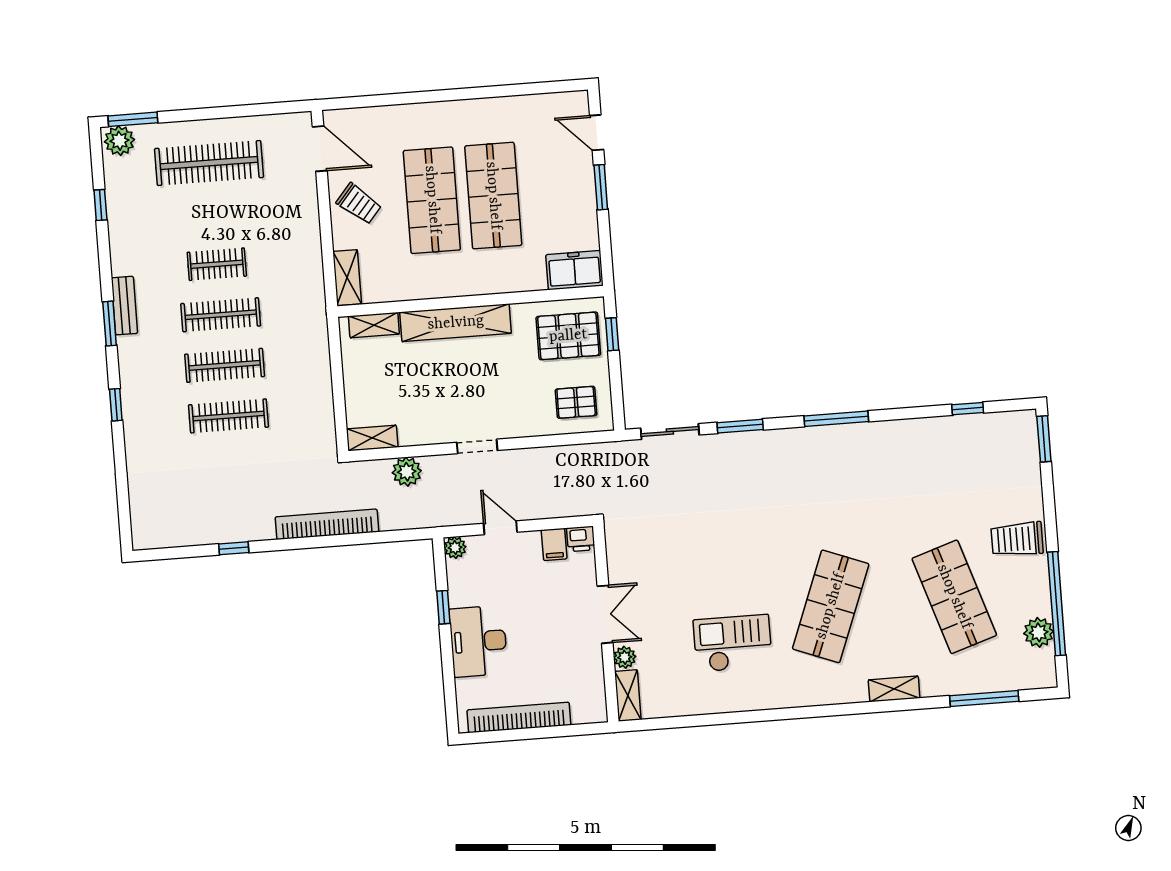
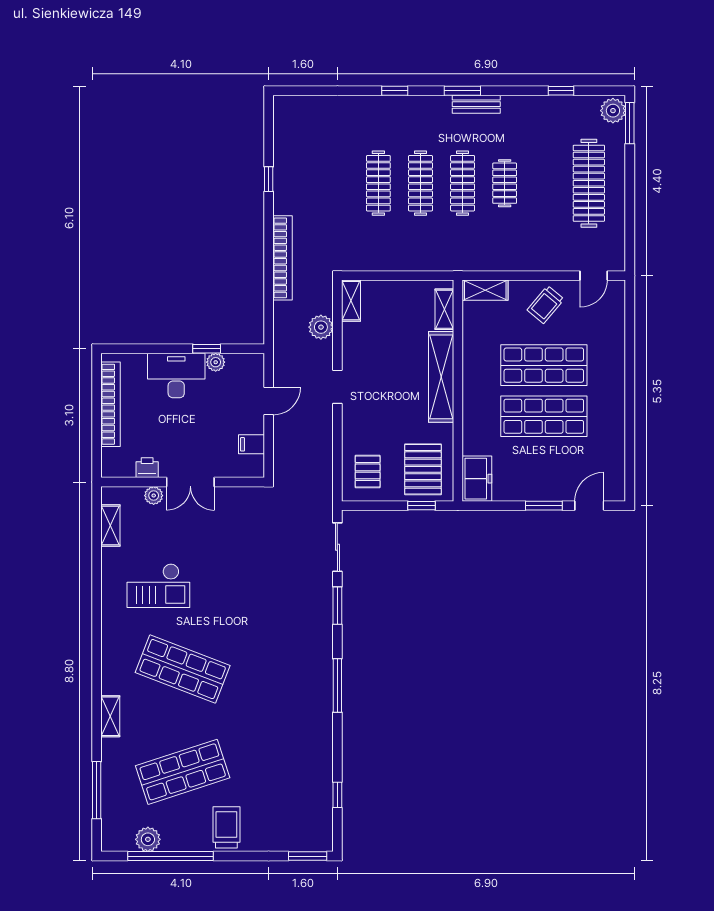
door: (320, 149) -> (594, 276), width x0.73
printer: (581, 539) -> (147, 468), moved, turned 90
plant: (455, 548) -> (216, 362), moved
checkout: (733, 643) -> (158, 586), turned 90
shelving: (628, 695) -> (110, 526), moved, turned 90

